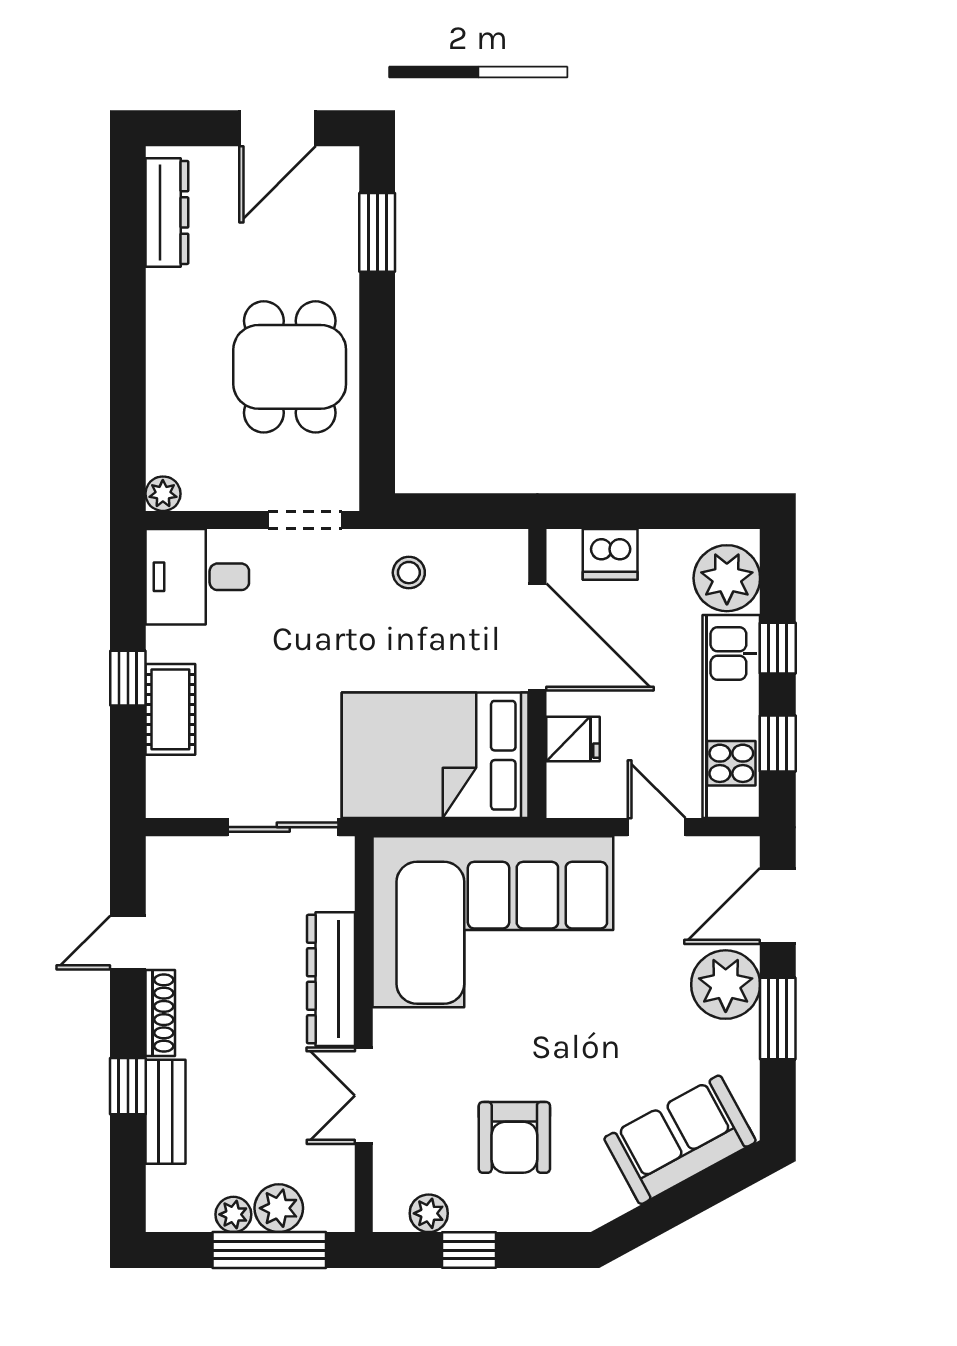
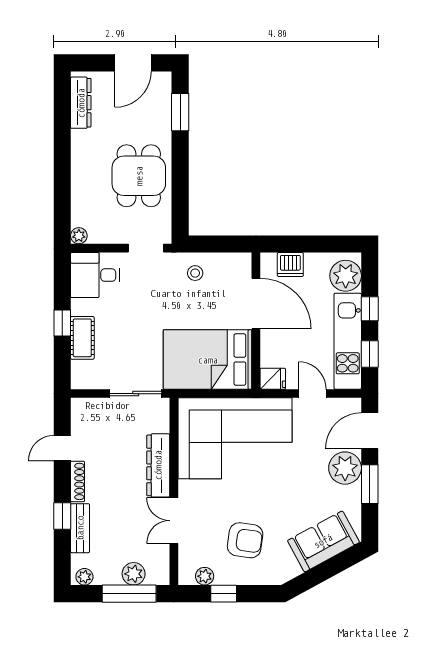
fridge: (573, 739) -> (273, 379), moved
armchair: (514, 1137) -> (245, 540), turned -82
plant: (233, 1214) -> (84, 577), moved

